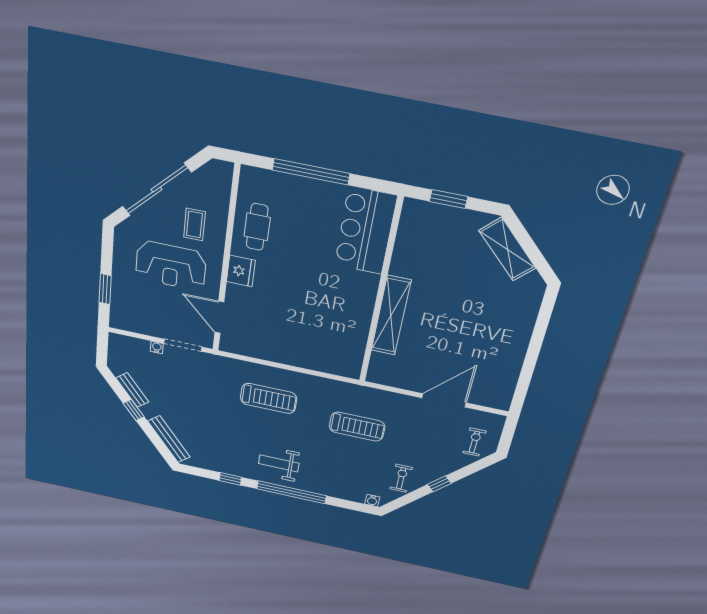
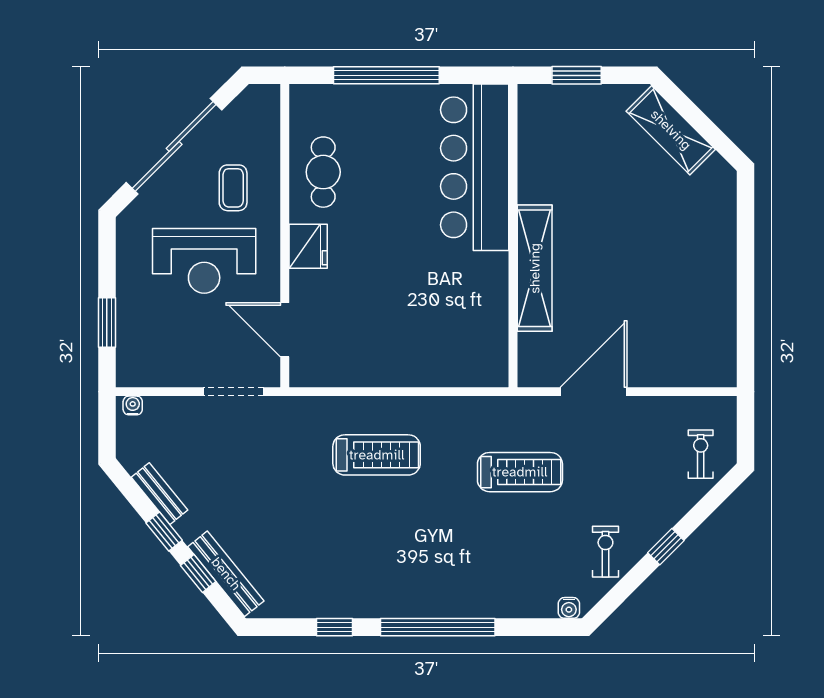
bar counter: (365, 231) -> (475, 167), width x1.36
water cooler: (157, 347) -> (133, 405), moved
door: (444, 400) -> (594, 392), moved
window: (152, 435) -> (198, 573), added
weight bench: (279, 463) -> (409, 575), removed

